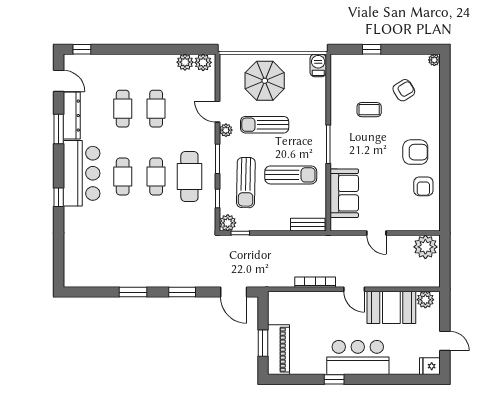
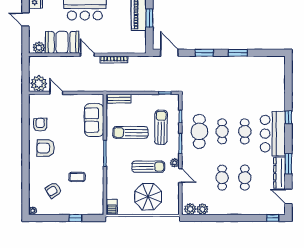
plant: (228, 223) -> (173, 100), removed
door: (376, 233) -> (56, 93), moved

